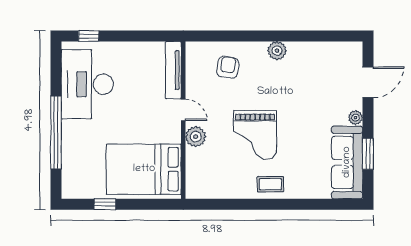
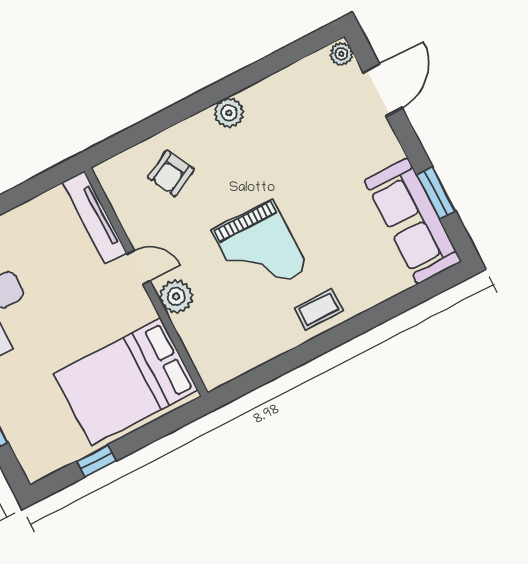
armchair: (228, 67) -> (171, 173), turned -127
plant: (355, 118) -> (341, 54), moved

